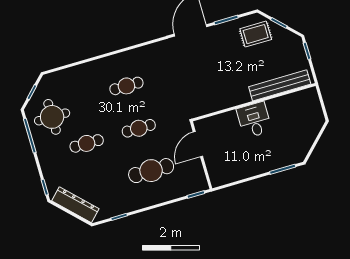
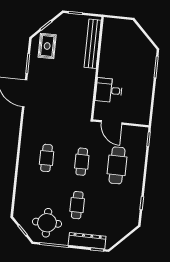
desk: (254, 120) -> (109, 90), moved
dresser: (75, 205) -> (87, 241), moved, turned 45

